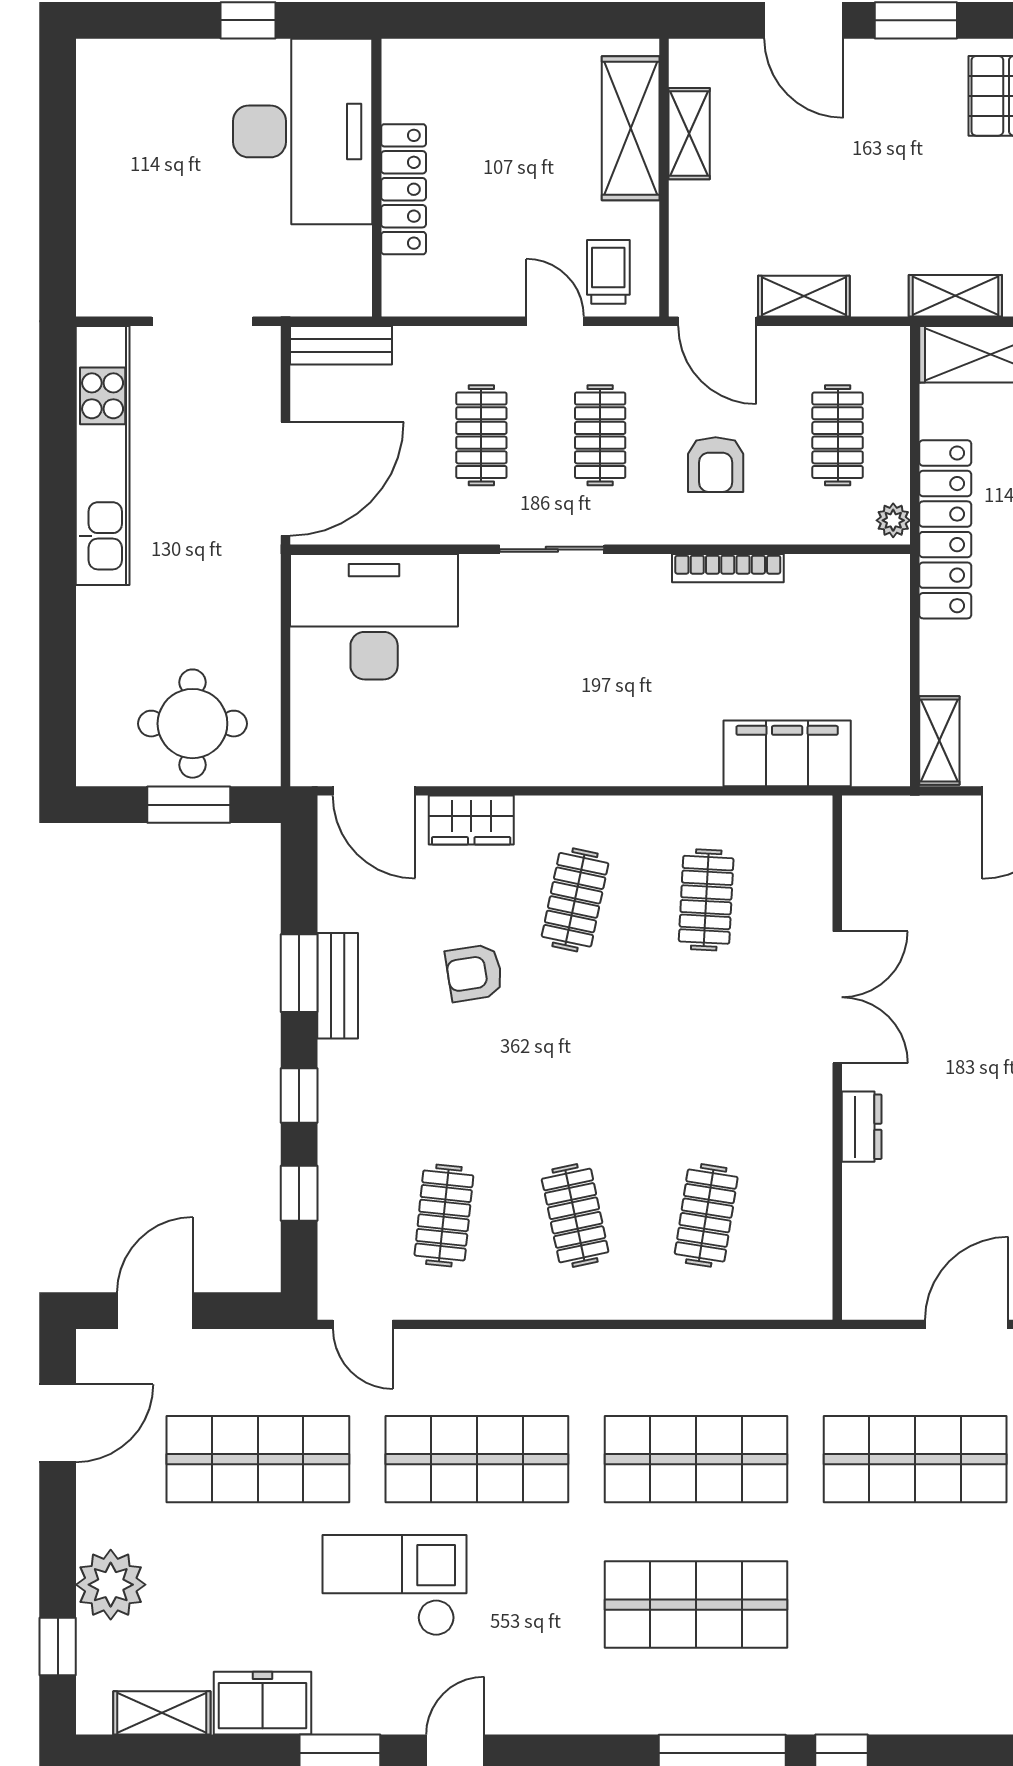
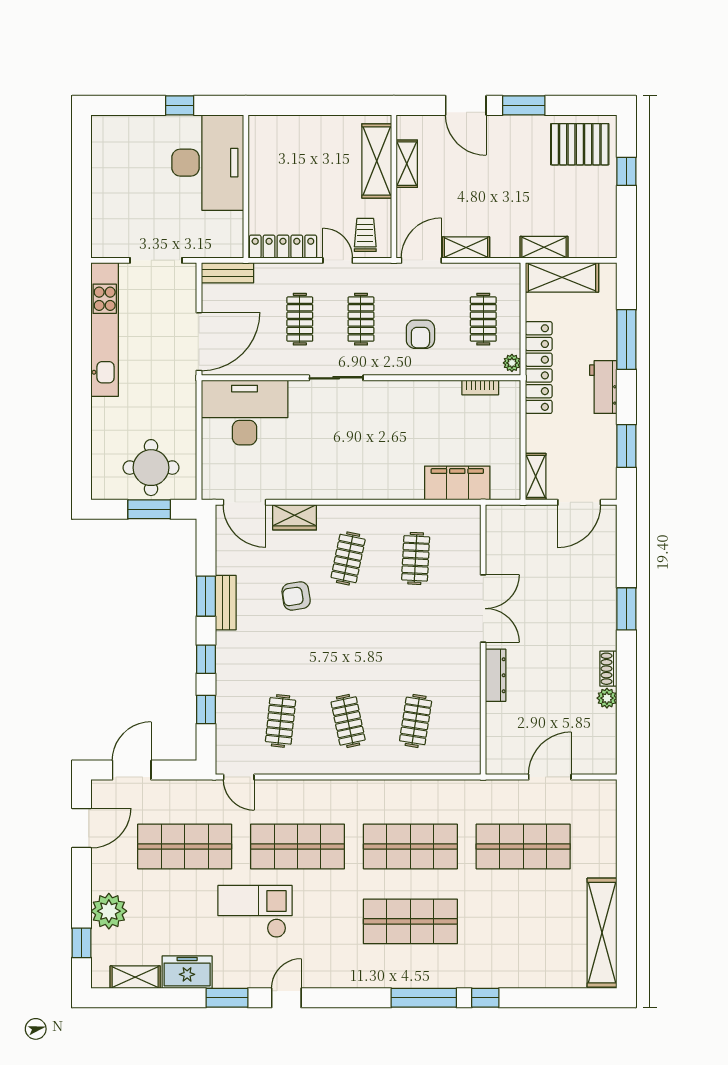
locker: (404, 189) -> (283, 247), moved, turned -90
door: (717, 321) -> (421, 260), swing flipped
bookcase: (728, 568) -> (480, 388), moved, width x0.64
dresser: (862, 1127) -> (496, 675), width x1.44

